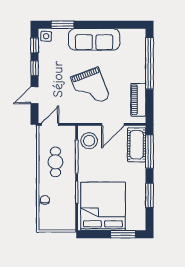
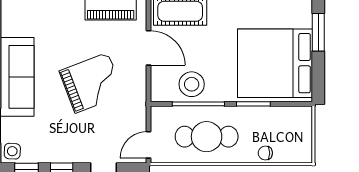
door: (50, 124) -> (148, 145), hinge flipped
stool: (89, 141) -> (192, 84), moved
cafe table: (55, 162) -> (207, 137), width x1.37, depth x1.35

